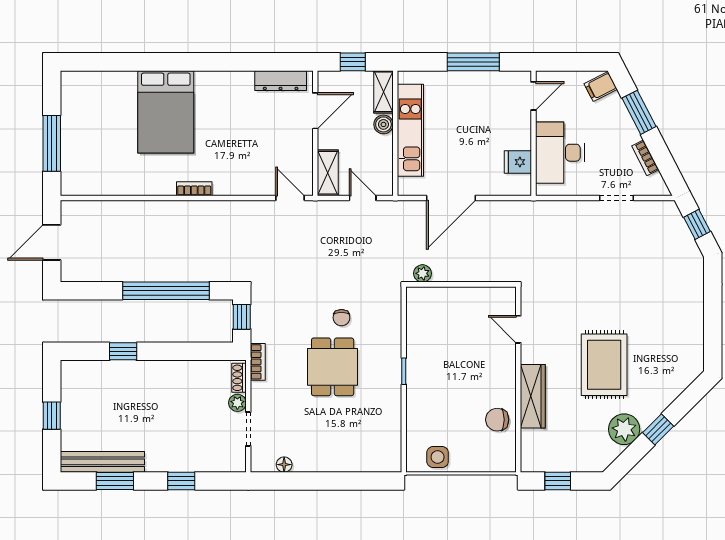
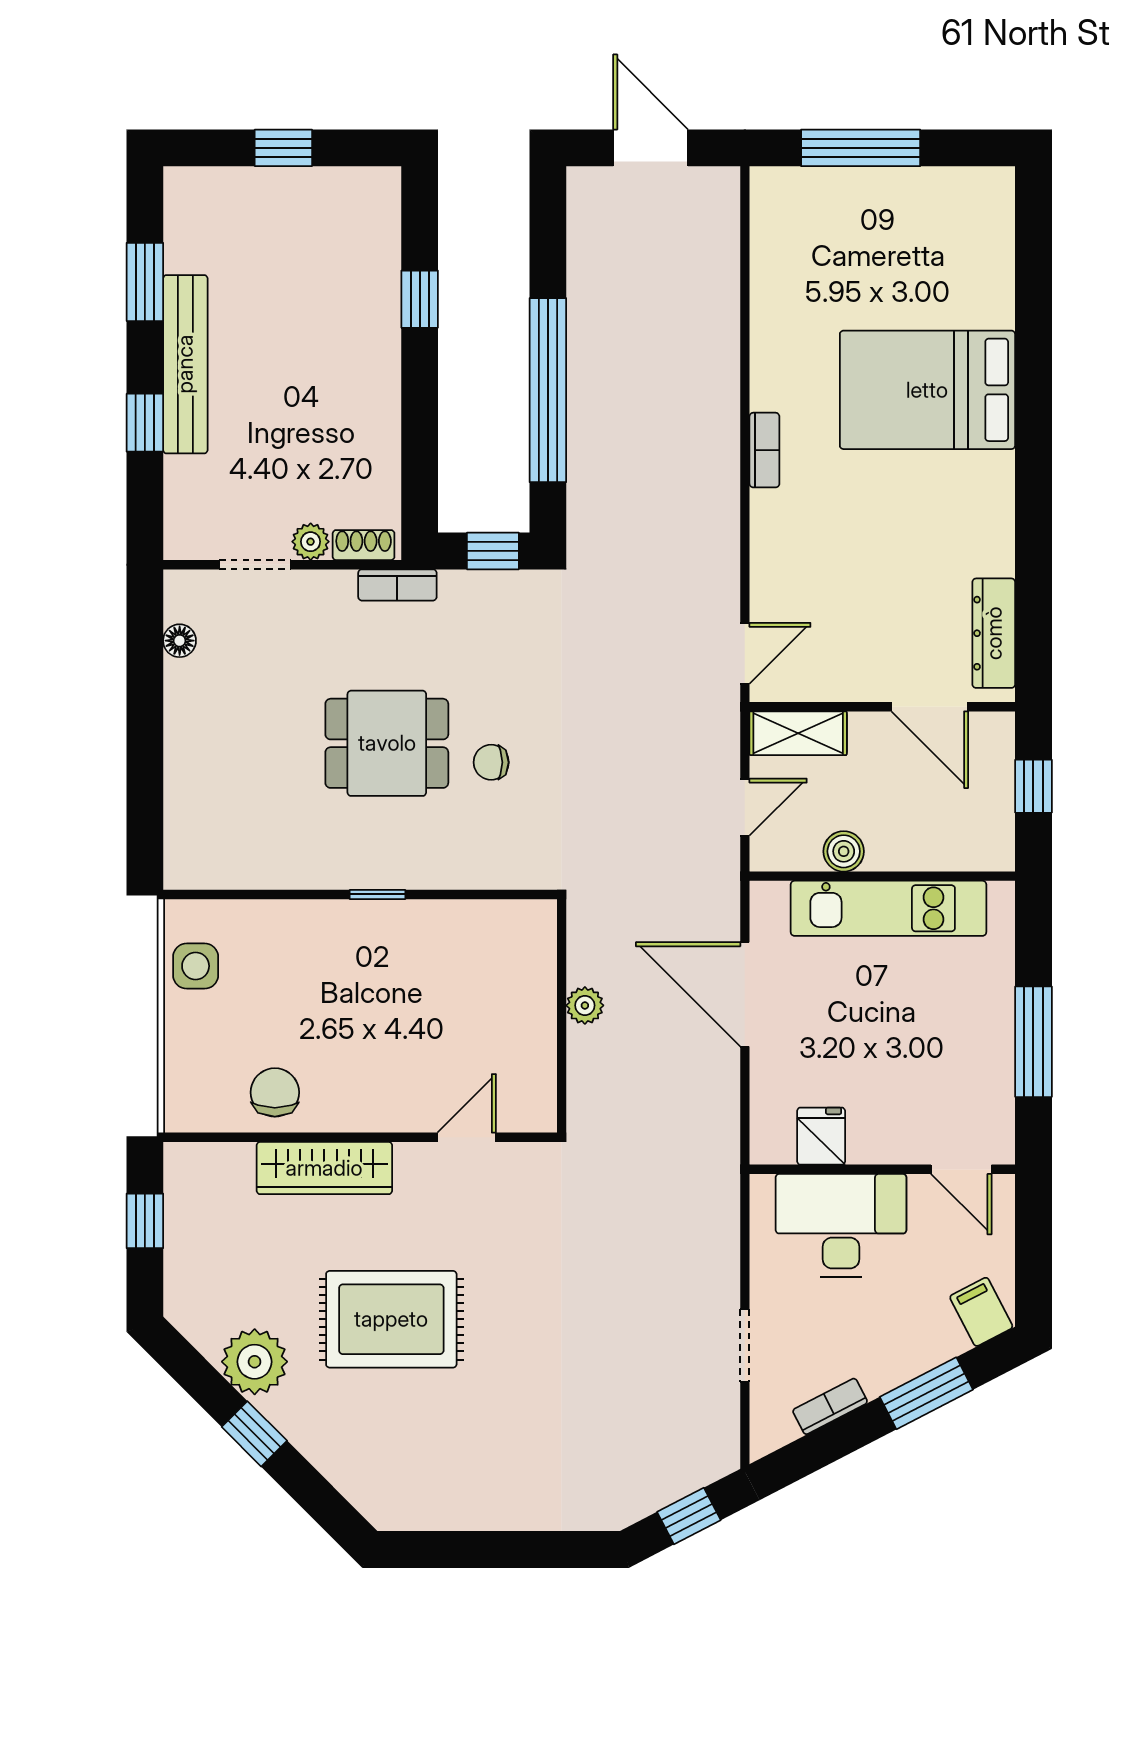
shelving: (383, 92) -> (970, 851), removed
boiler: (383, 124) -> (844, 851), moved
plant: (423, 273) -> (585, 1005), moved
bench: (102, 462) -> (185, 364), moved

